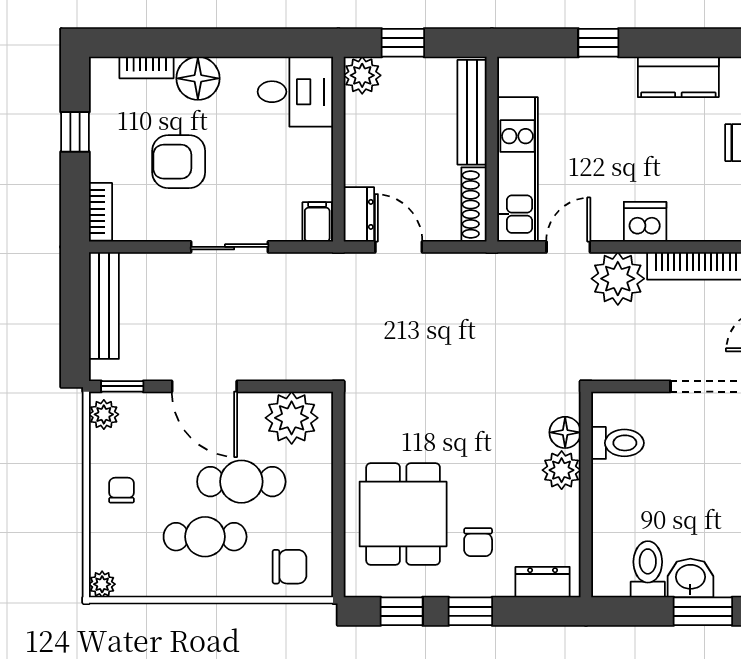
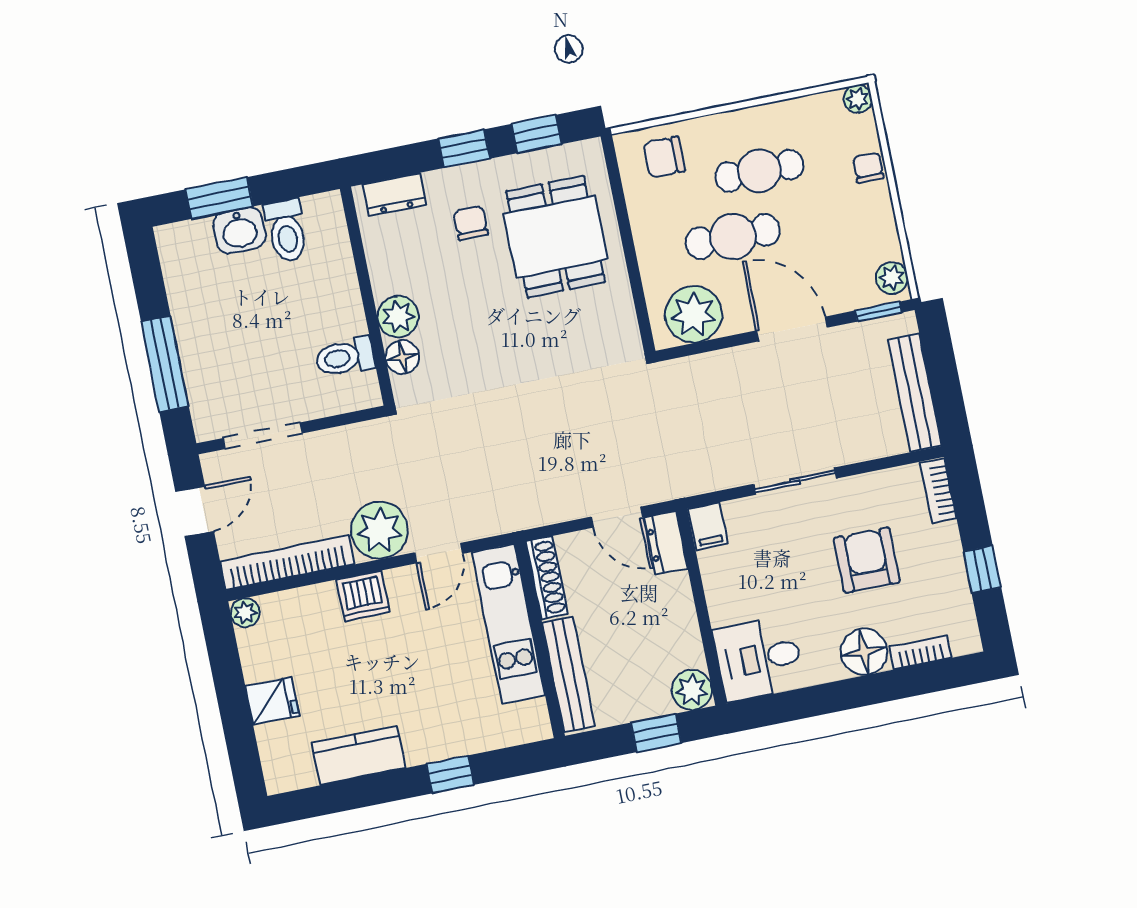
armchair: (179, 162) -> (867, 560), turned -90
chair: (122, 490) -> (868, 168), moved, turned 180

